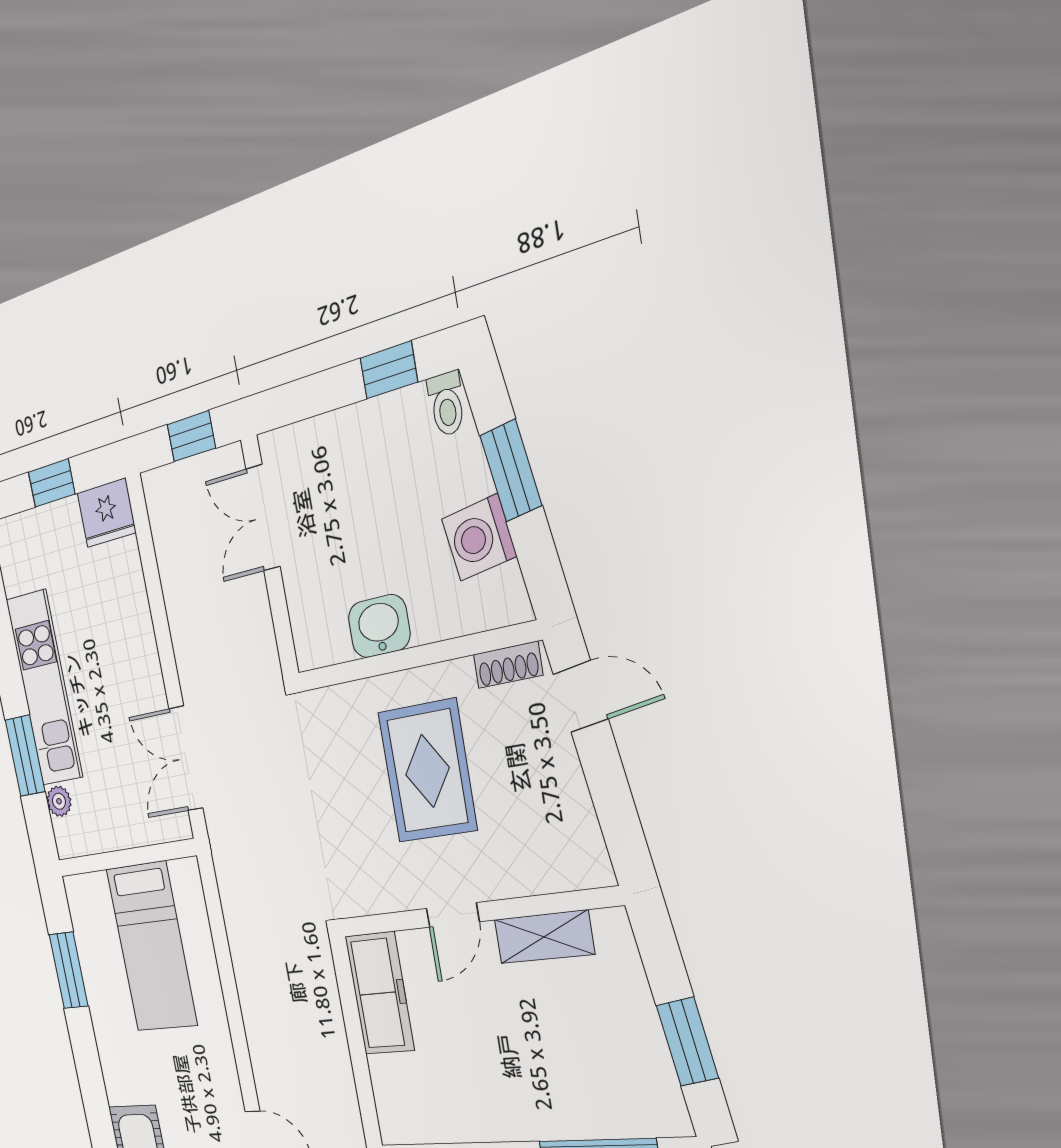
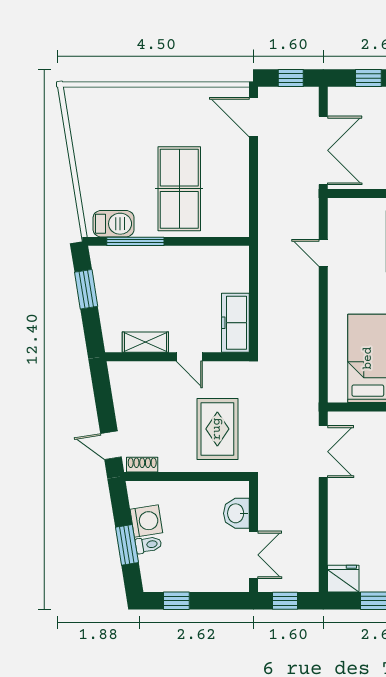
toilet: (447, 404) -> (148, 545), moved, turned 81
washbasin: (379, 626) -> (236, 513), moved, turned 90
rug: (427, 771) -> (217, 429), moved
door: (453, 915) -> (189, 357), swing flipped

